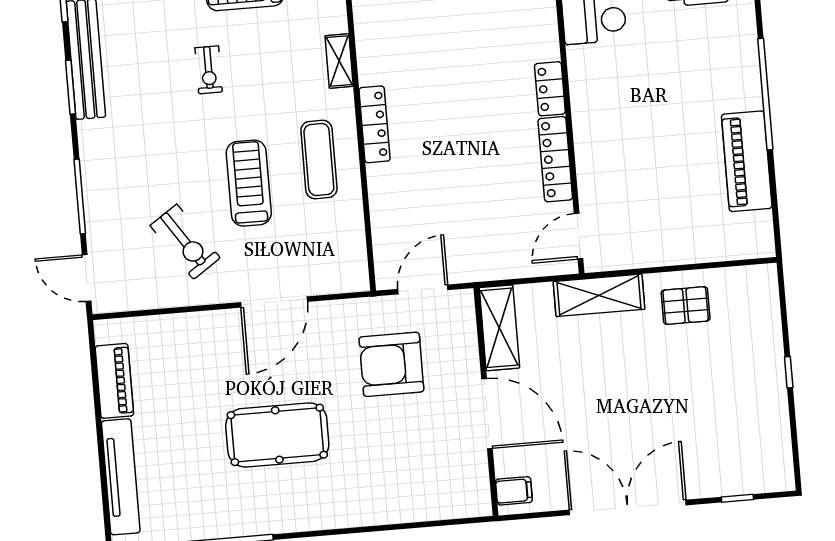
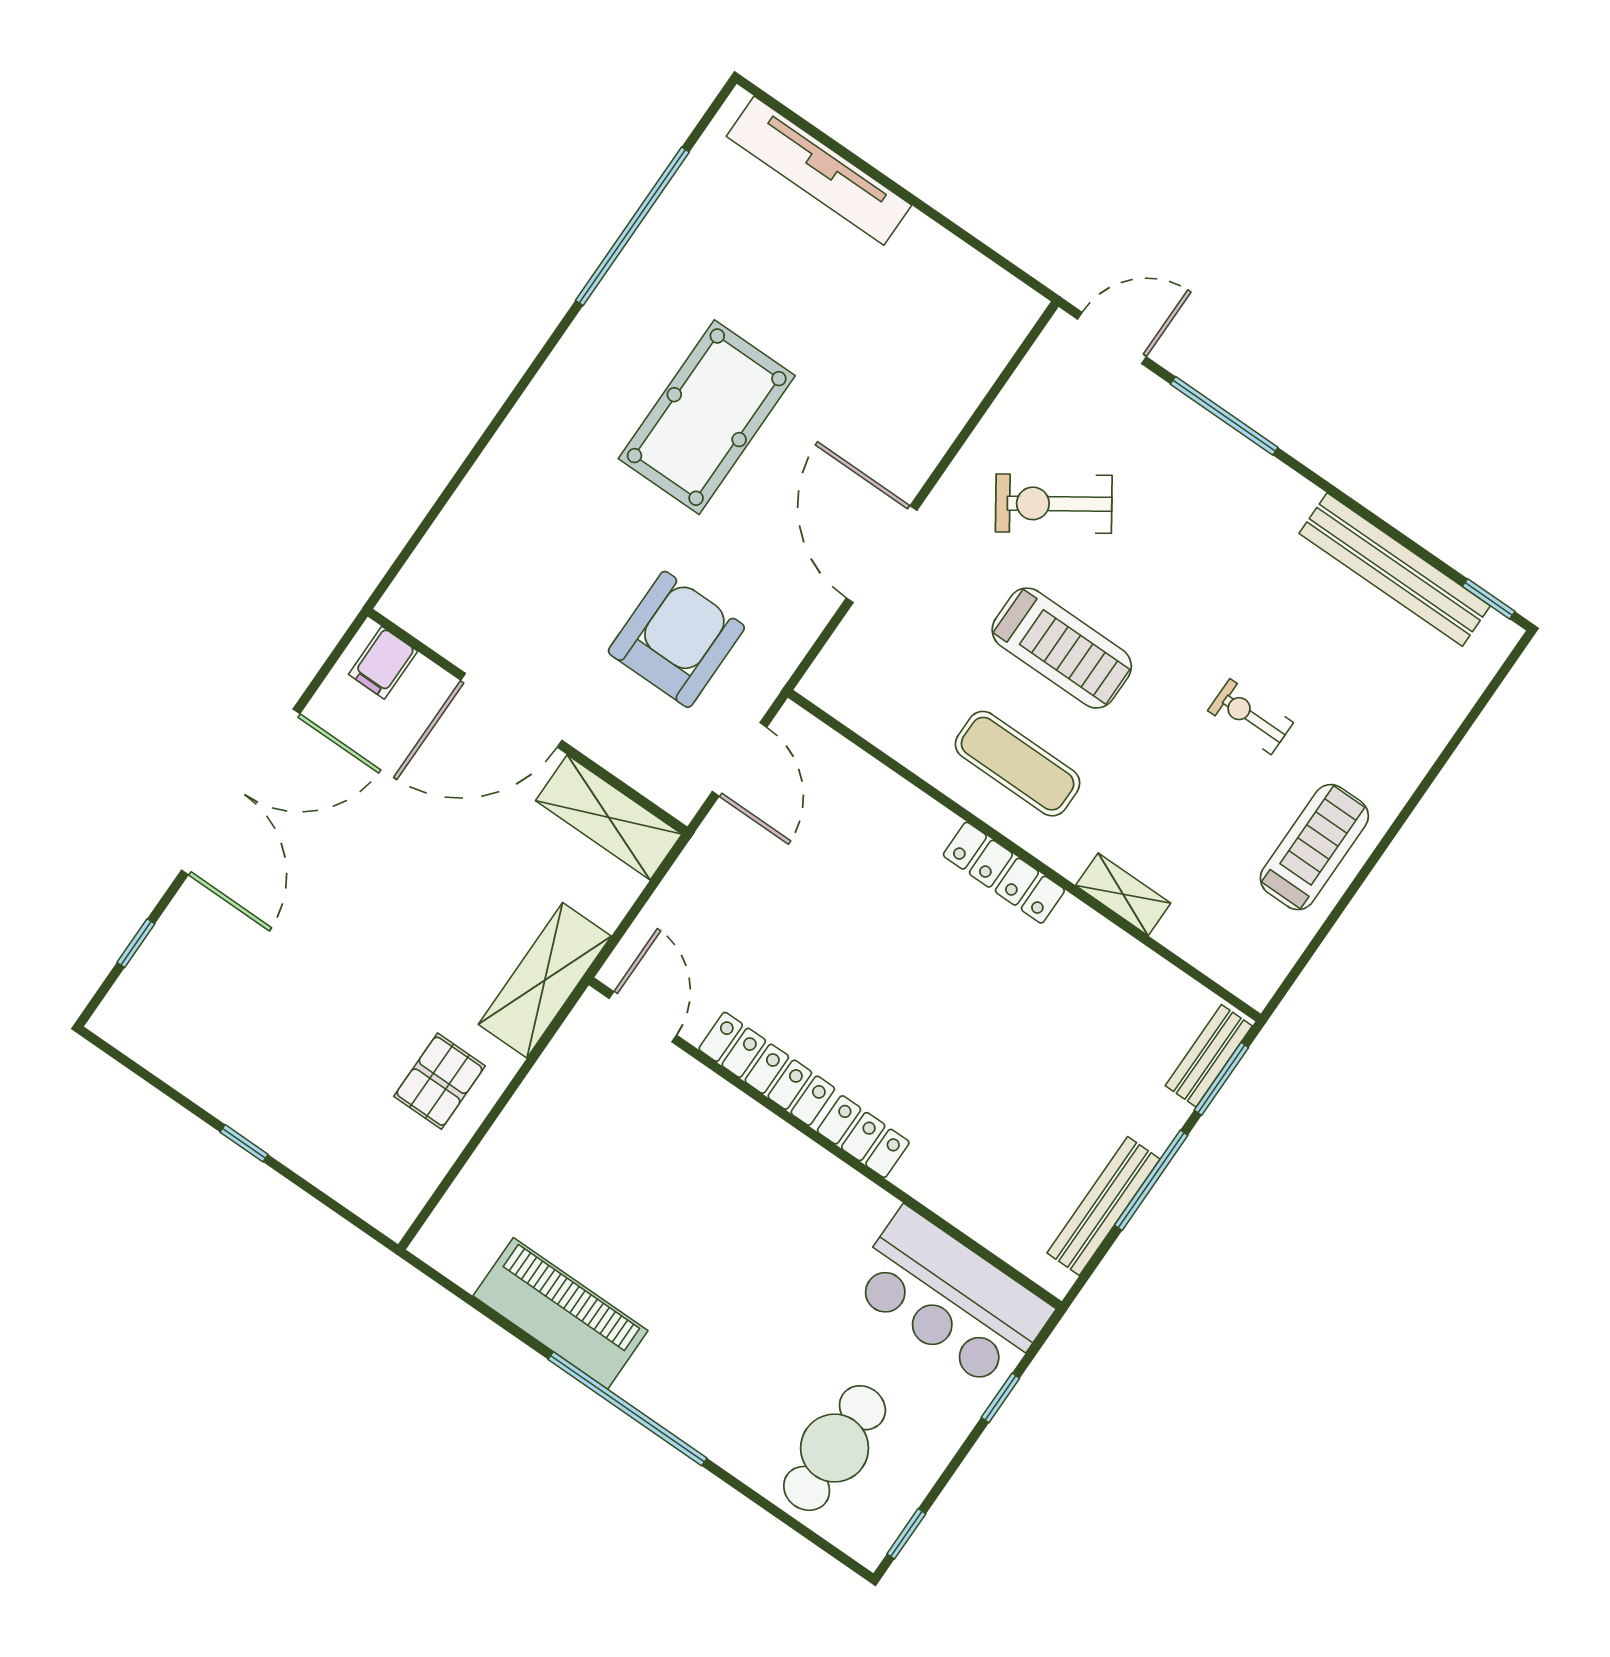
window: (71, 87) -> (1375, 520), removed
piano: (114, 381) -> (950, 264), removed

